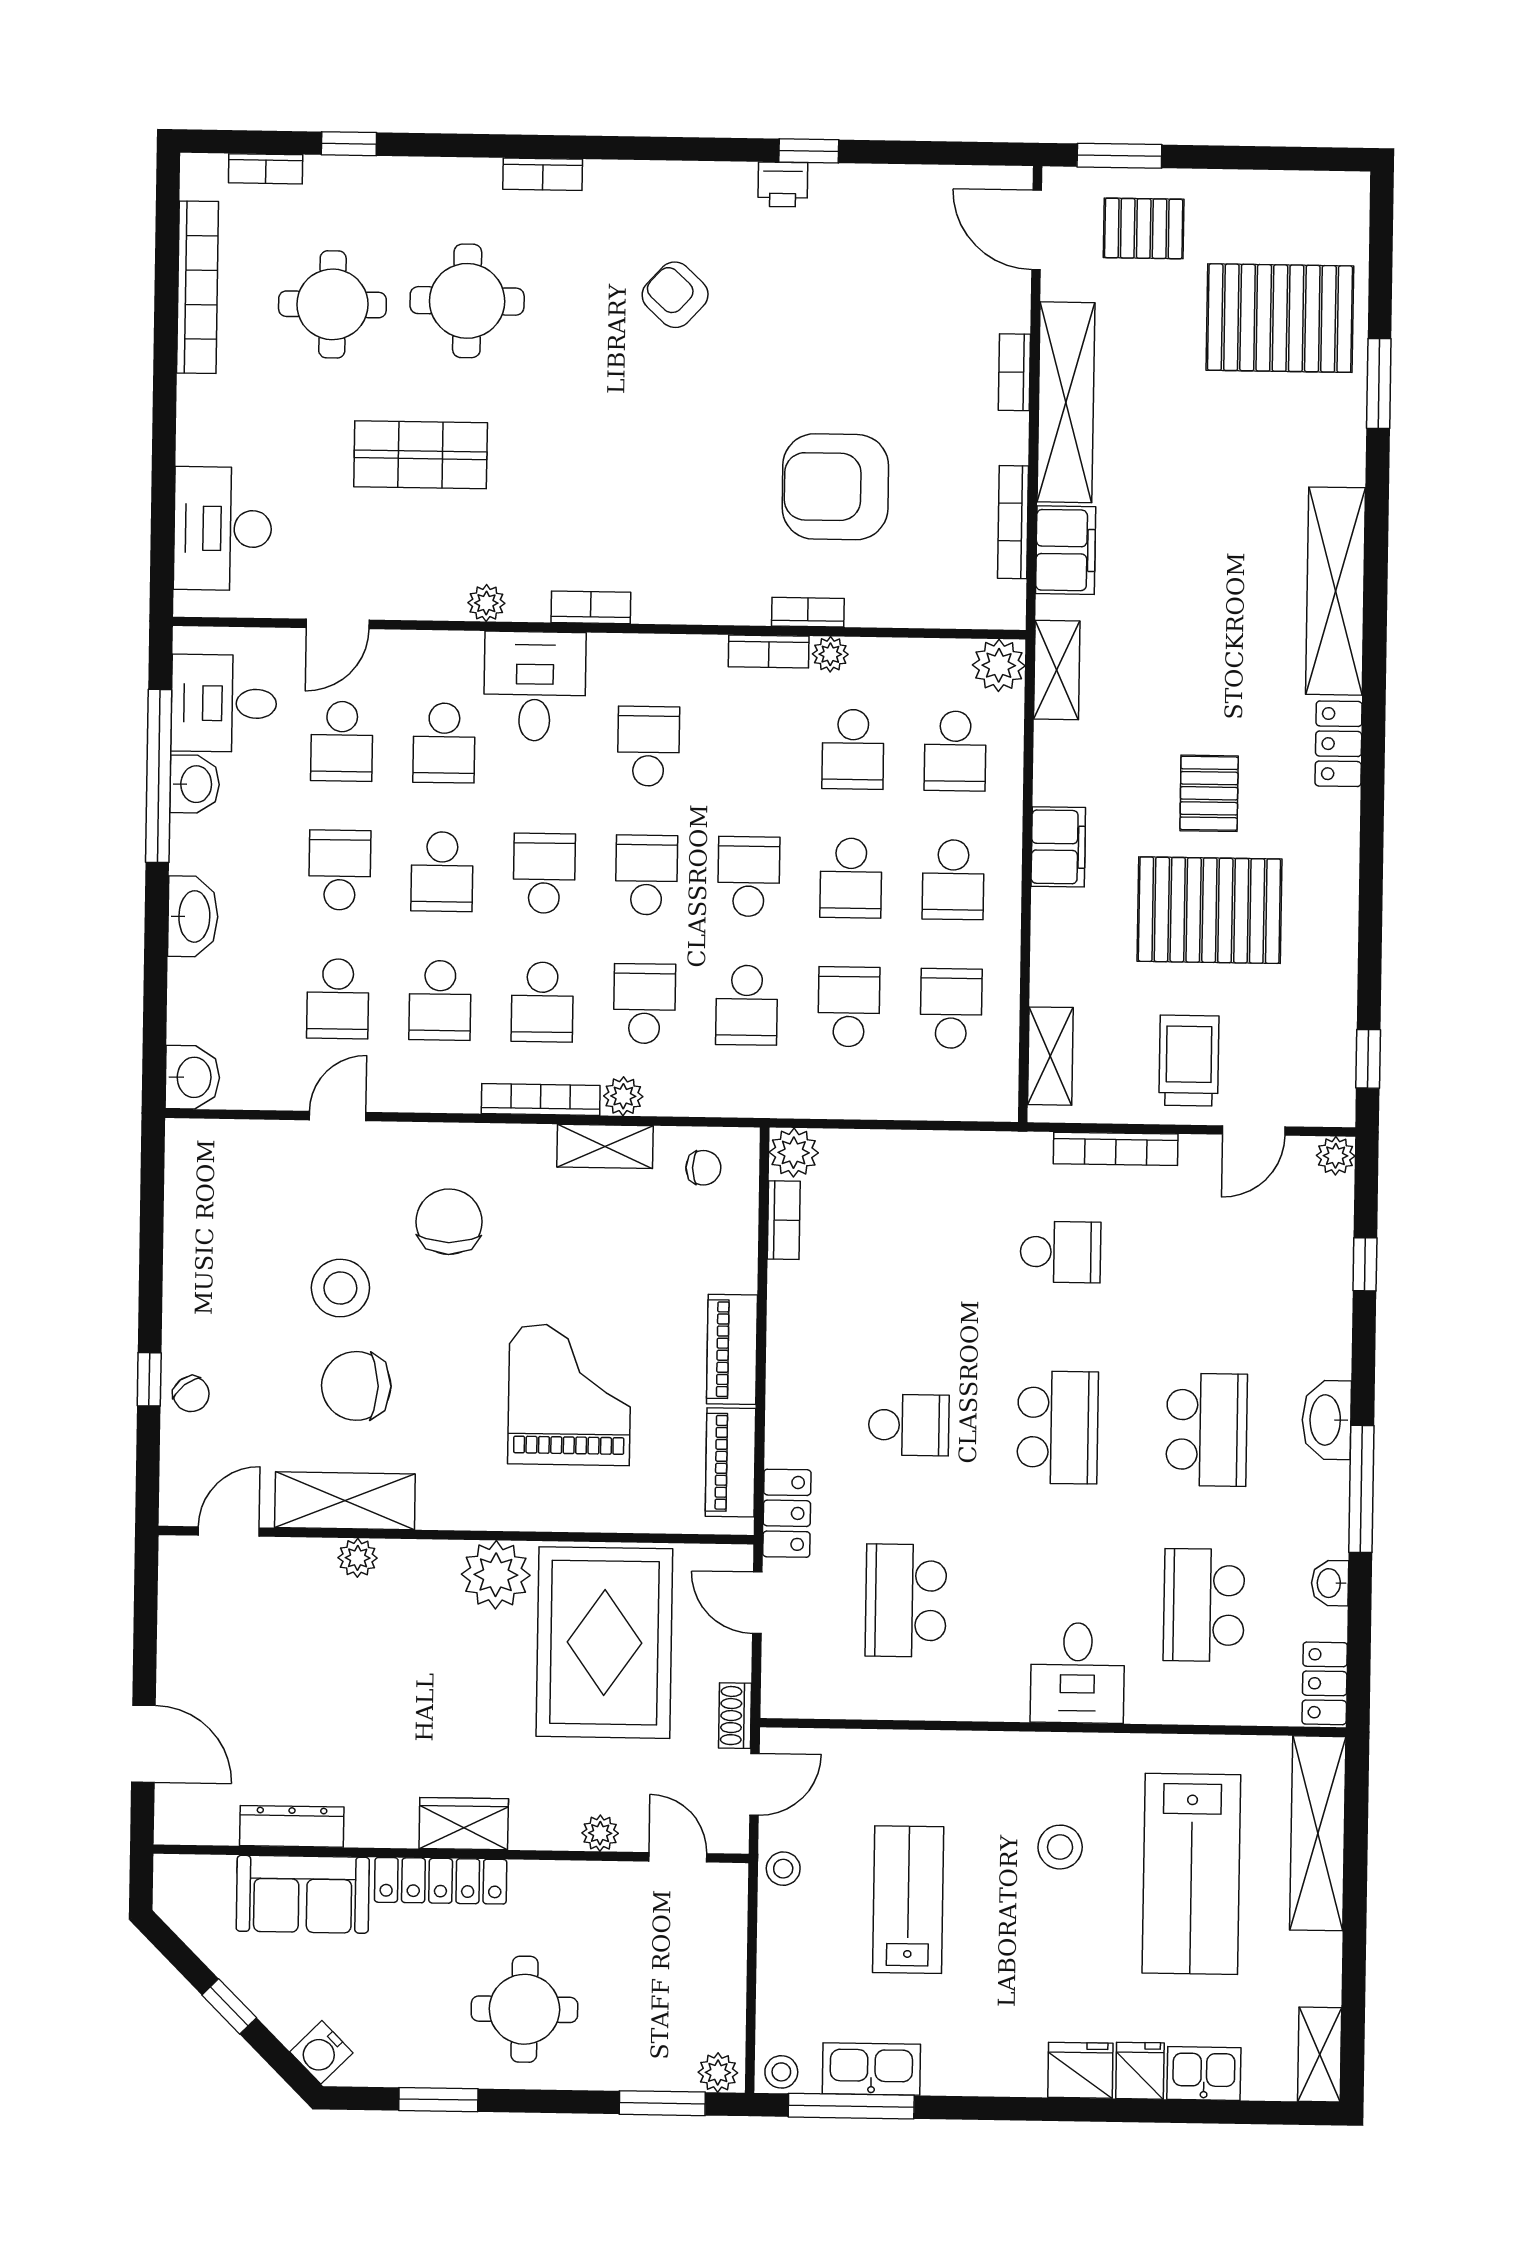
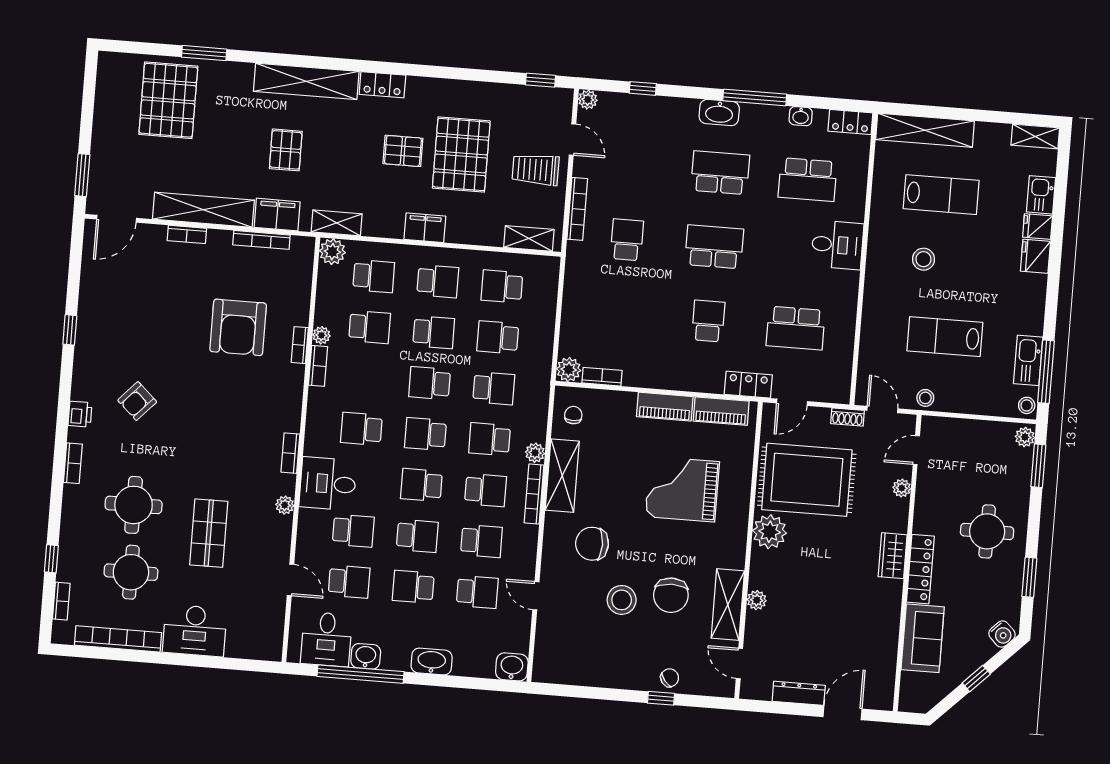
printer: (783, 184) -> (80, 414), moved
pallet: (1144, 228) -> (286, 150), moved
desk: (223, 529) -> (195, 631), moved
shelving: (605, 1146) -> (562, 476), width x1.50, depth x1.33
dresser: (292, 1826) -> (799, 693), moved, turned 90
lab bench: (1191, 1874) -> (941, 195), width x0.73, depth x0.72

